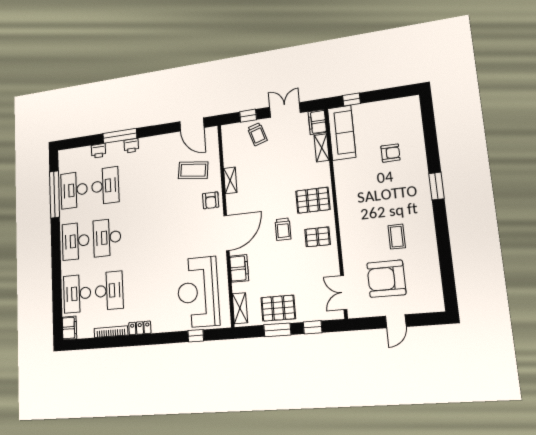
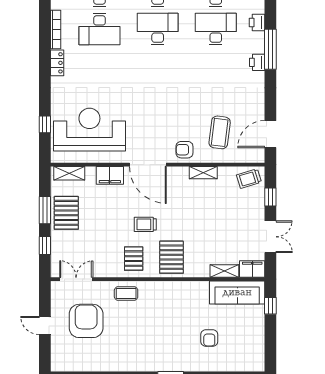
trolley: (257, 134) -> (249, 179), moved
desk: (105, 186) -> (216, 29), turned 180
coffee table: (397, 237) -> (126, 293), moved

